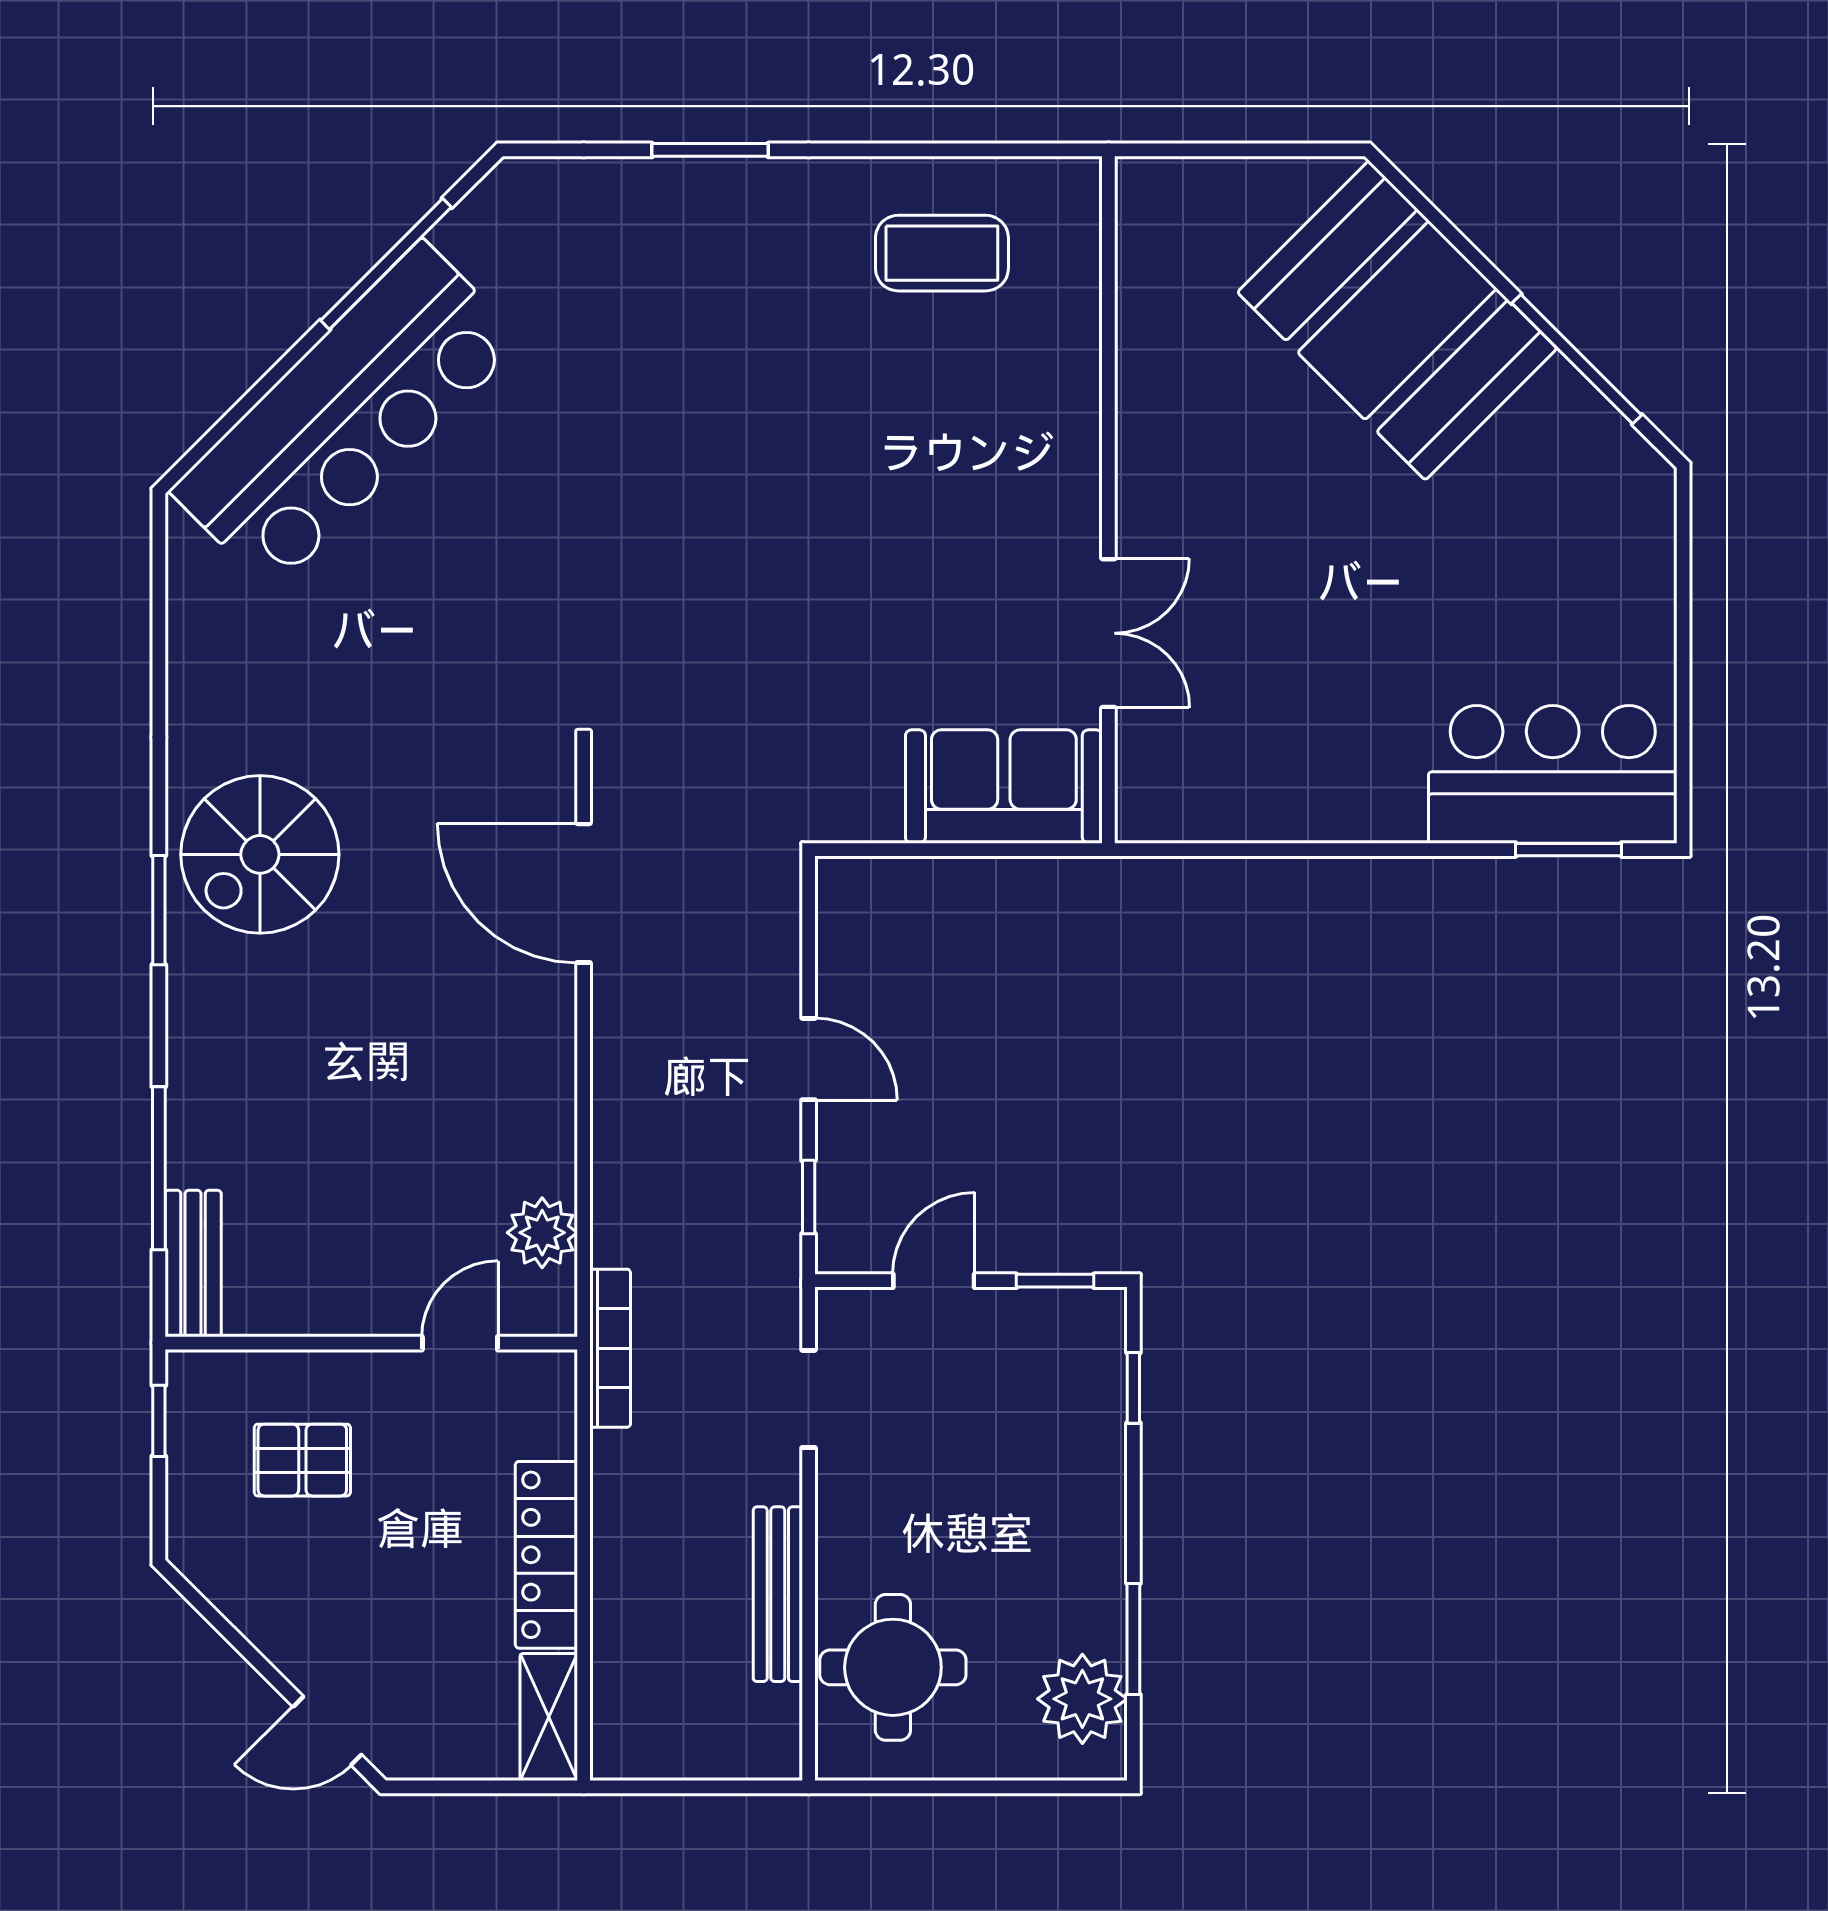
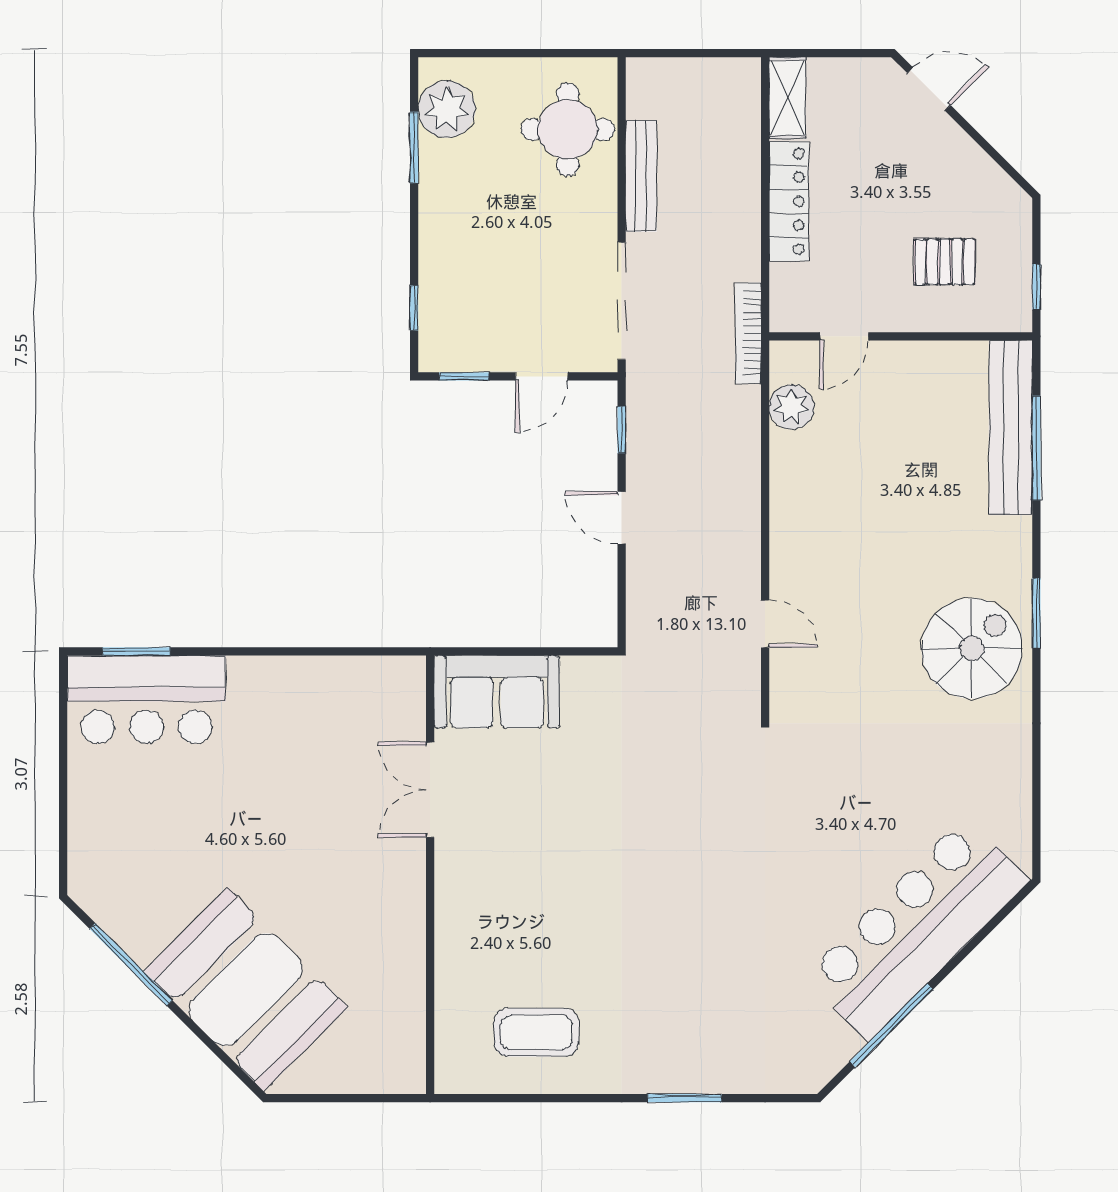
door: (584, 893) -> (765, 624), width x0.53
bench: (193, 1264) -> (1011, 428), width x1.86, depth x1.21
doorway: (809, 1399) -> (622, 301), width x1.88

